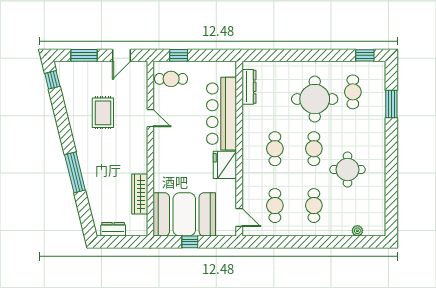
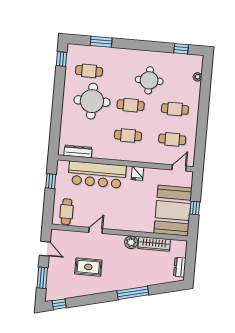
window: (179, 55) -> (51, 181), moved
plant: (139, 165) -> (131, 242), added
fridge: (225, 165) -> (137, 173), width x0.53, depth x0.75
window: (391, 207) -> (181, 49), added

